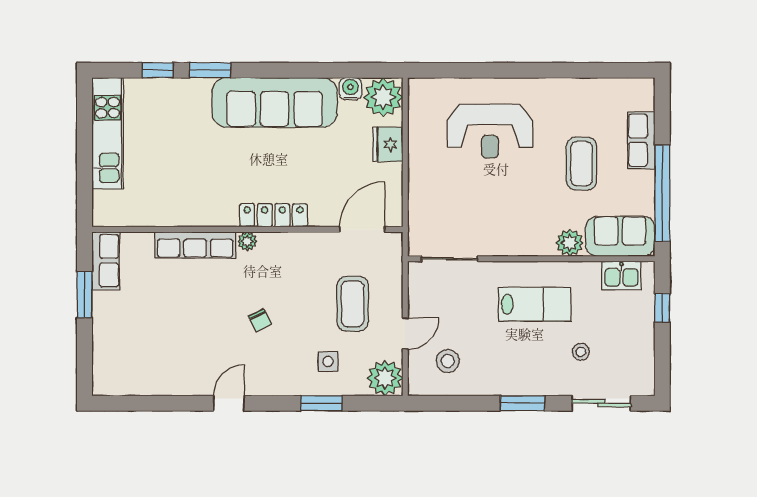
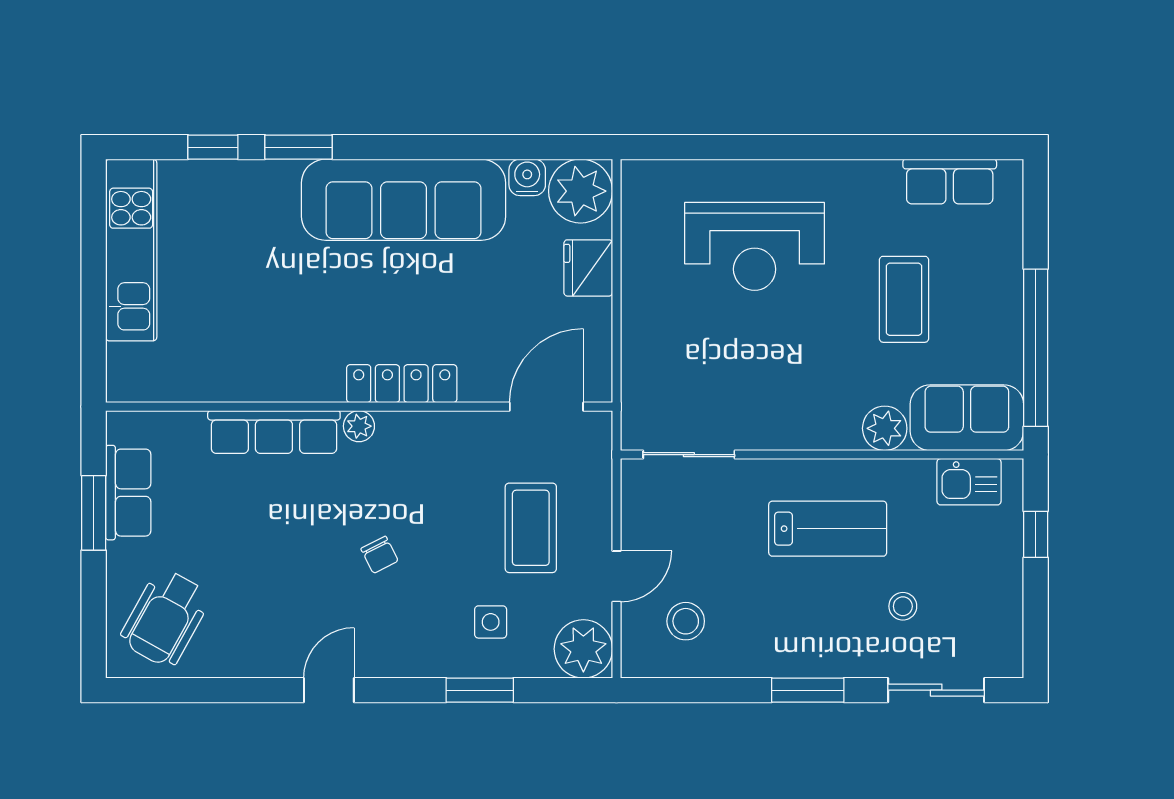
row of seats: (641, 140) -> (950, 181), moved, turned -90
row of seats: (106, 261) -> (128, 493), moved
wheelchair: (129, 359) -> (165, 618), added

